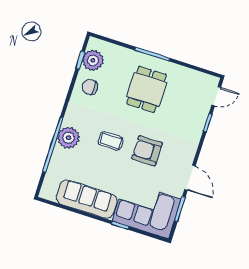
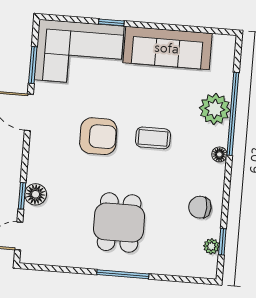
plant: (93, 60) -> (211, 246), width x0.53, depth x0.53
chair: (90, 87) -> (200, 207), turned 180
floor lamp: (68, 119) -> (219, 154), added
floor lamp: (198, 122) -> (36, 194), added
plant: (69, 138) -> (215, 109), moved

